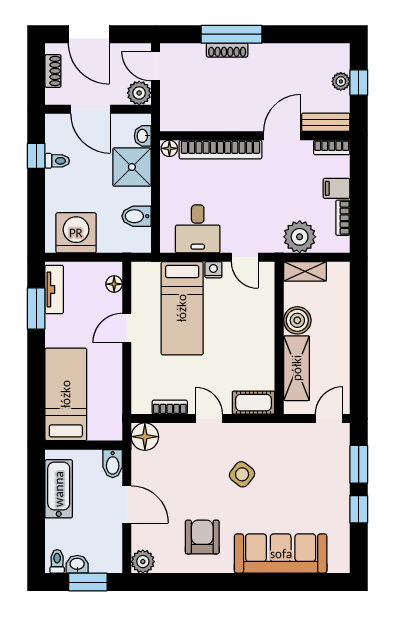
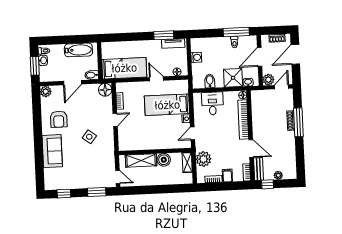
window: (359, 82) -> (268, 184), moved
window: (36, 156) -> (236, 32), width x2.17
desk: (198, 229) -> (212, 103), moved, turned 90
washing machine: (76, 233) -> (196, 57), width x0.53, depth x0.53
bed: (66, 394) -> (124, 68), moved
cot: (254, 403) -> (124, 141), removed
window: (359, 509) -> (64, 194), moved
armchair: (202, 537) -> (59, 119), turned 90
sofa: (281, 554) -> (52, 151), width x0.73

